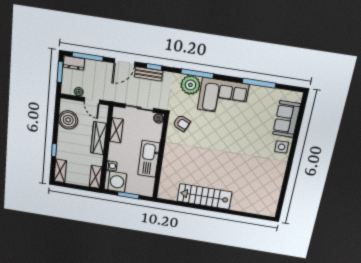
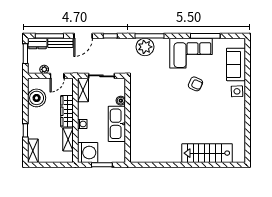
bench: (149, 74) -> (60, 43), moved
corner sofa: (223, 97) -> (191, 53), moved
door: (92, 101) -> (57, 76), hinge flipped
boiler: (159, 118) -> (121, 101), moved
armchair: (182, 123) -> (195, 84), moved
shelving: (116, 130) -> (83, 90), moved
washing machine: (112, 166) -> (82, 124), moved
shelving: (96, 177) -> (68, 139), moved
stairs: (204, 197) -> (207, 153), moved

